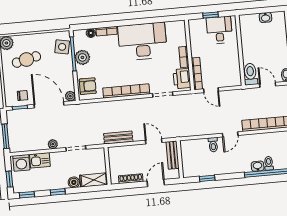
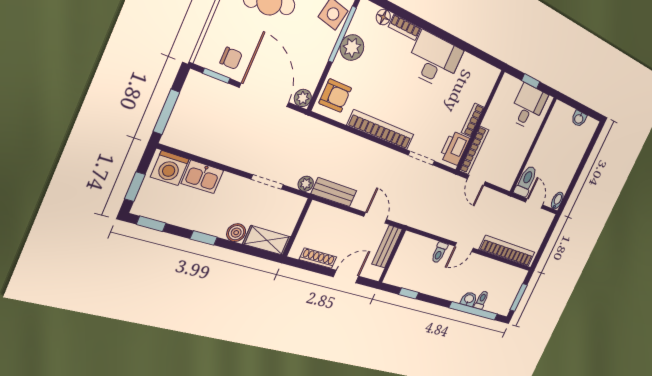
desk: (142, 41) -> (434, 60), width x0.73, depth x0.77
plant: (53, 144) -> (306, 184), moved

